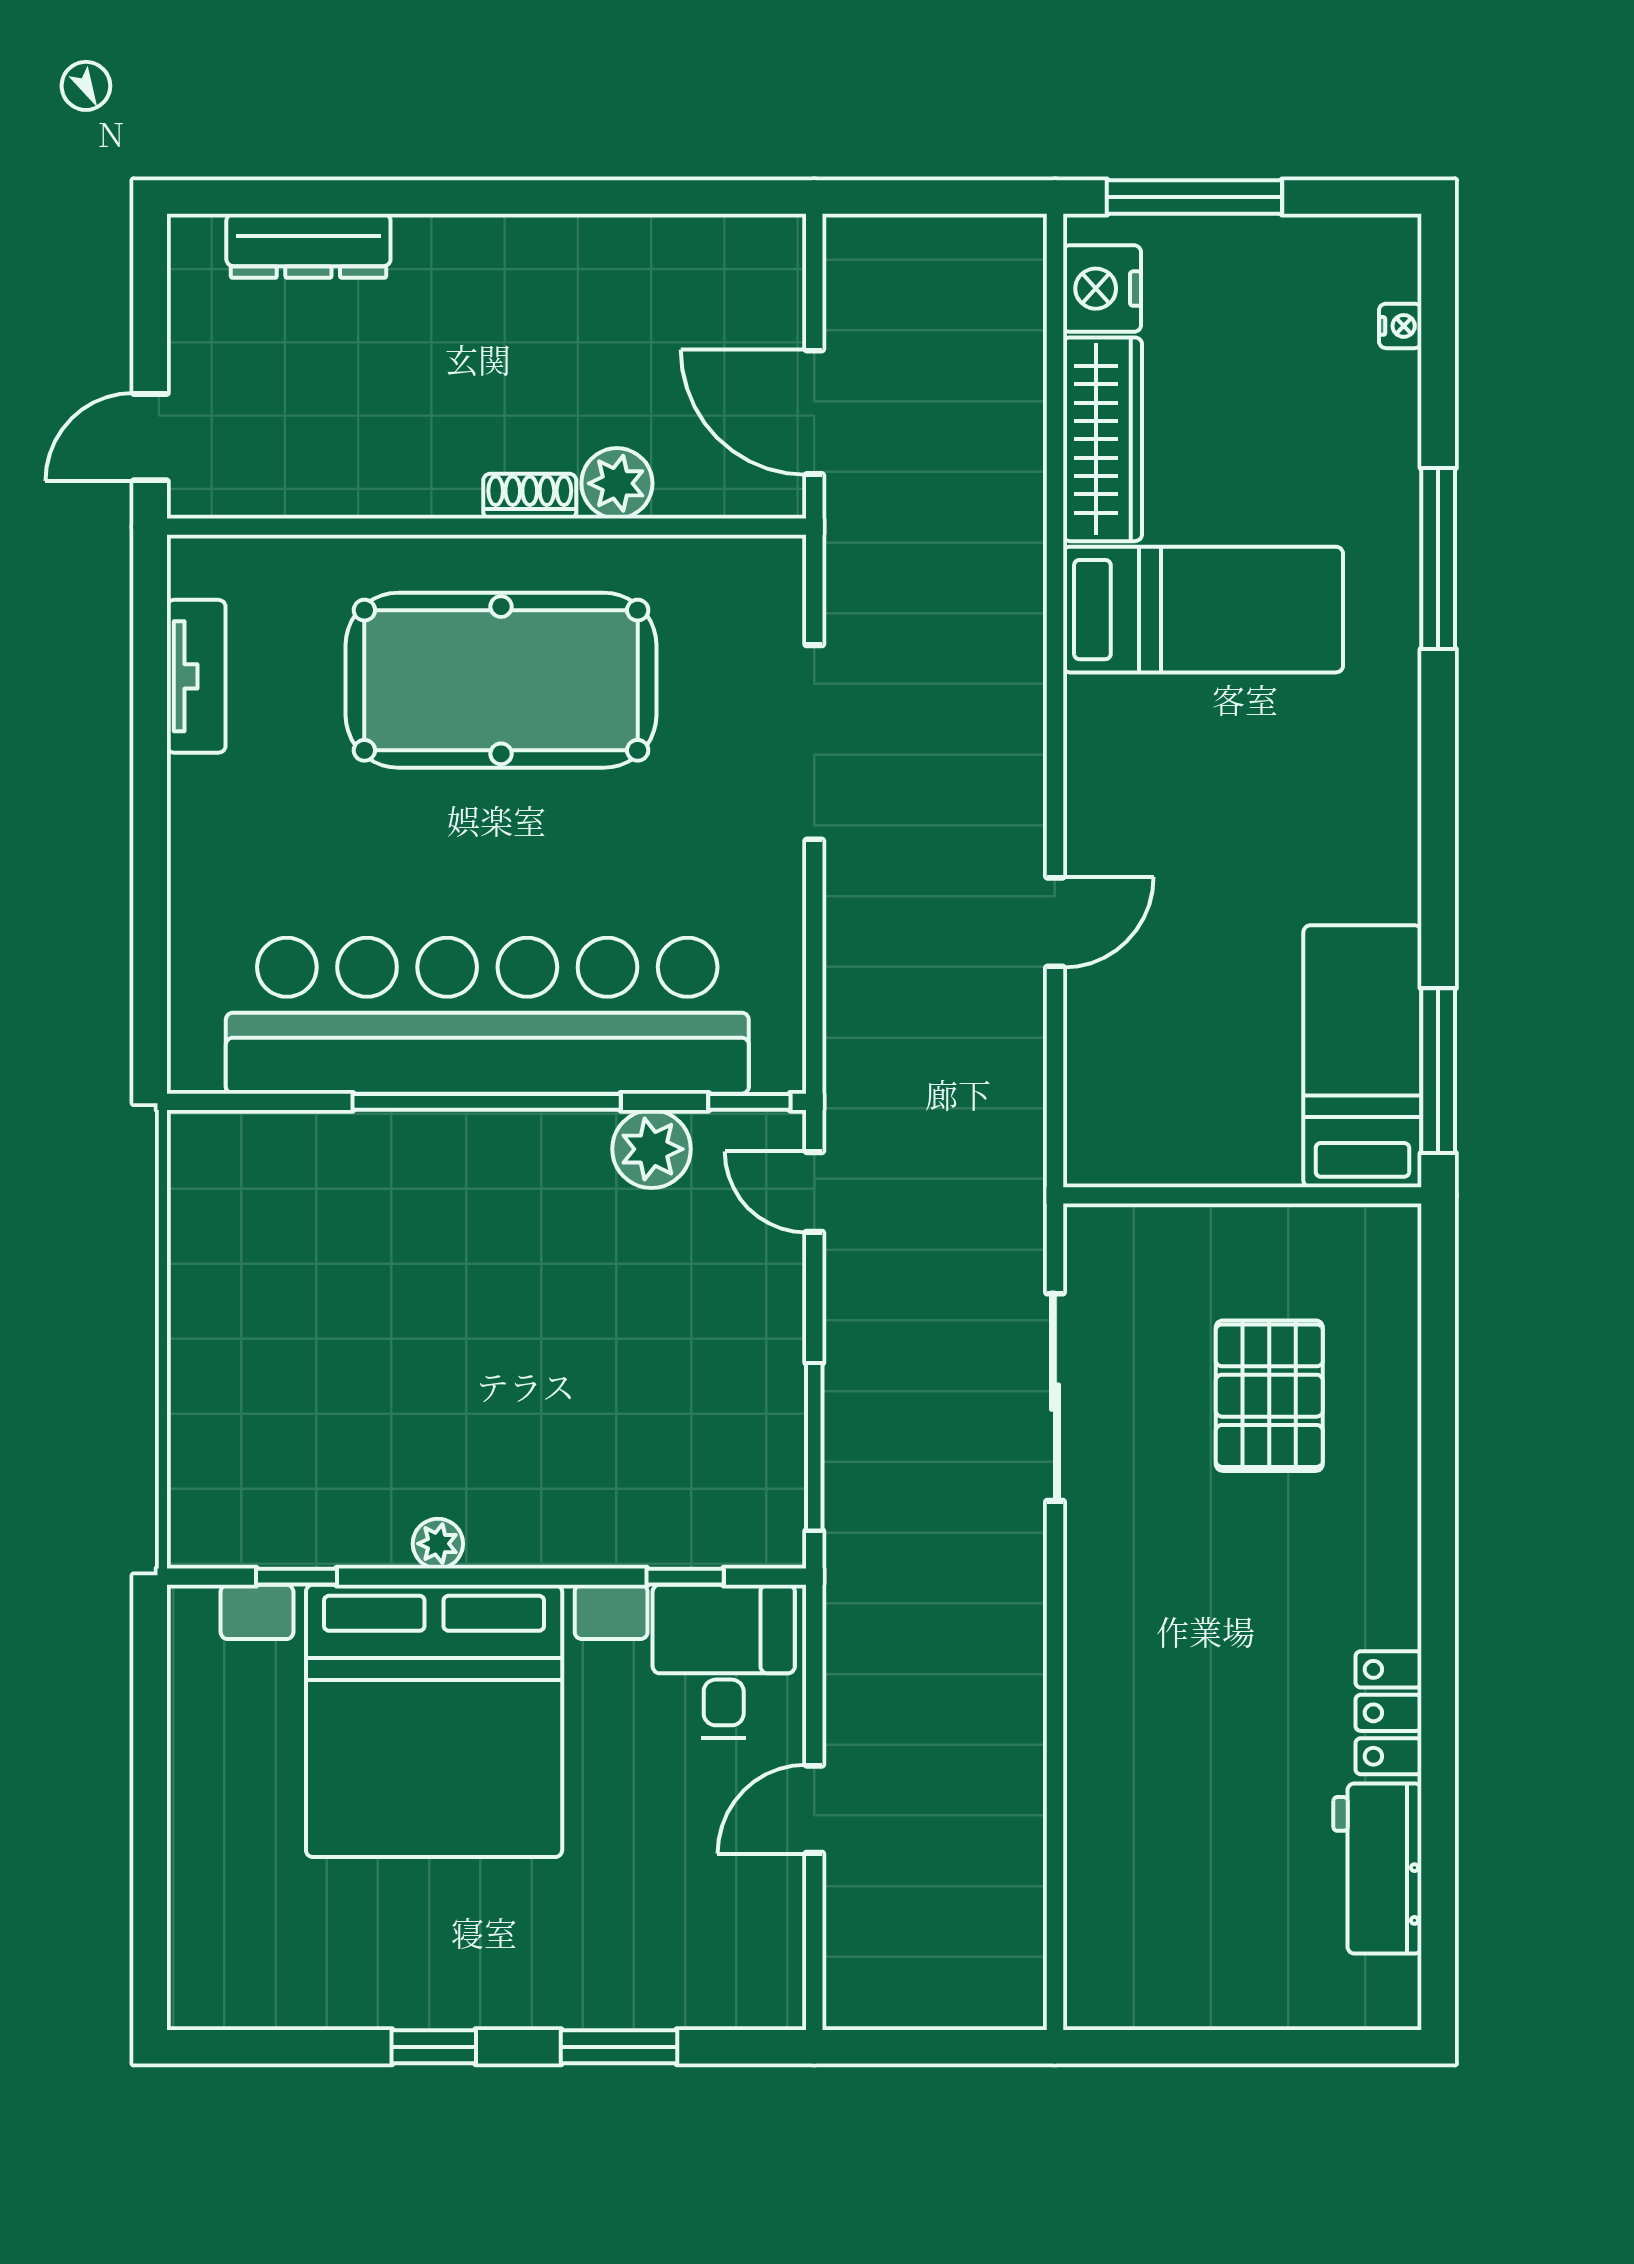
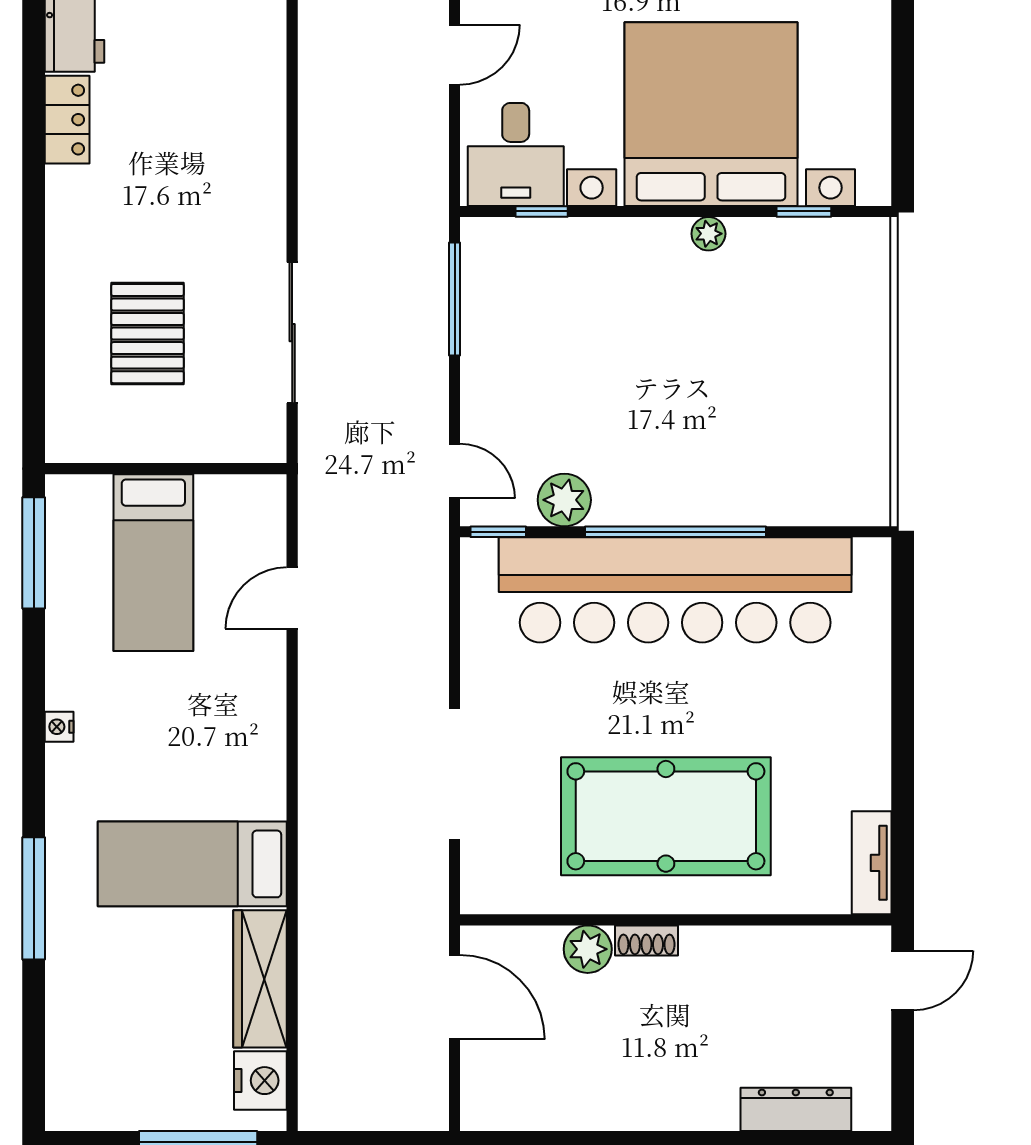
nightstand: (1400, 326) -> (59, 727), moved
tv unit: (196, 676) -> (872, 863), moved
door: (1055, 922) -> (292, 598), moved
bed: (1362, 1056) -> (153, 563), moved

